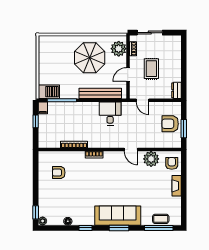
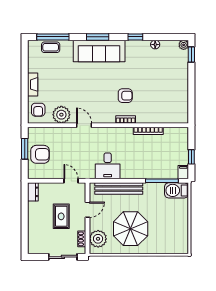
armchair: (59, 173) -> (125, 96), moved

